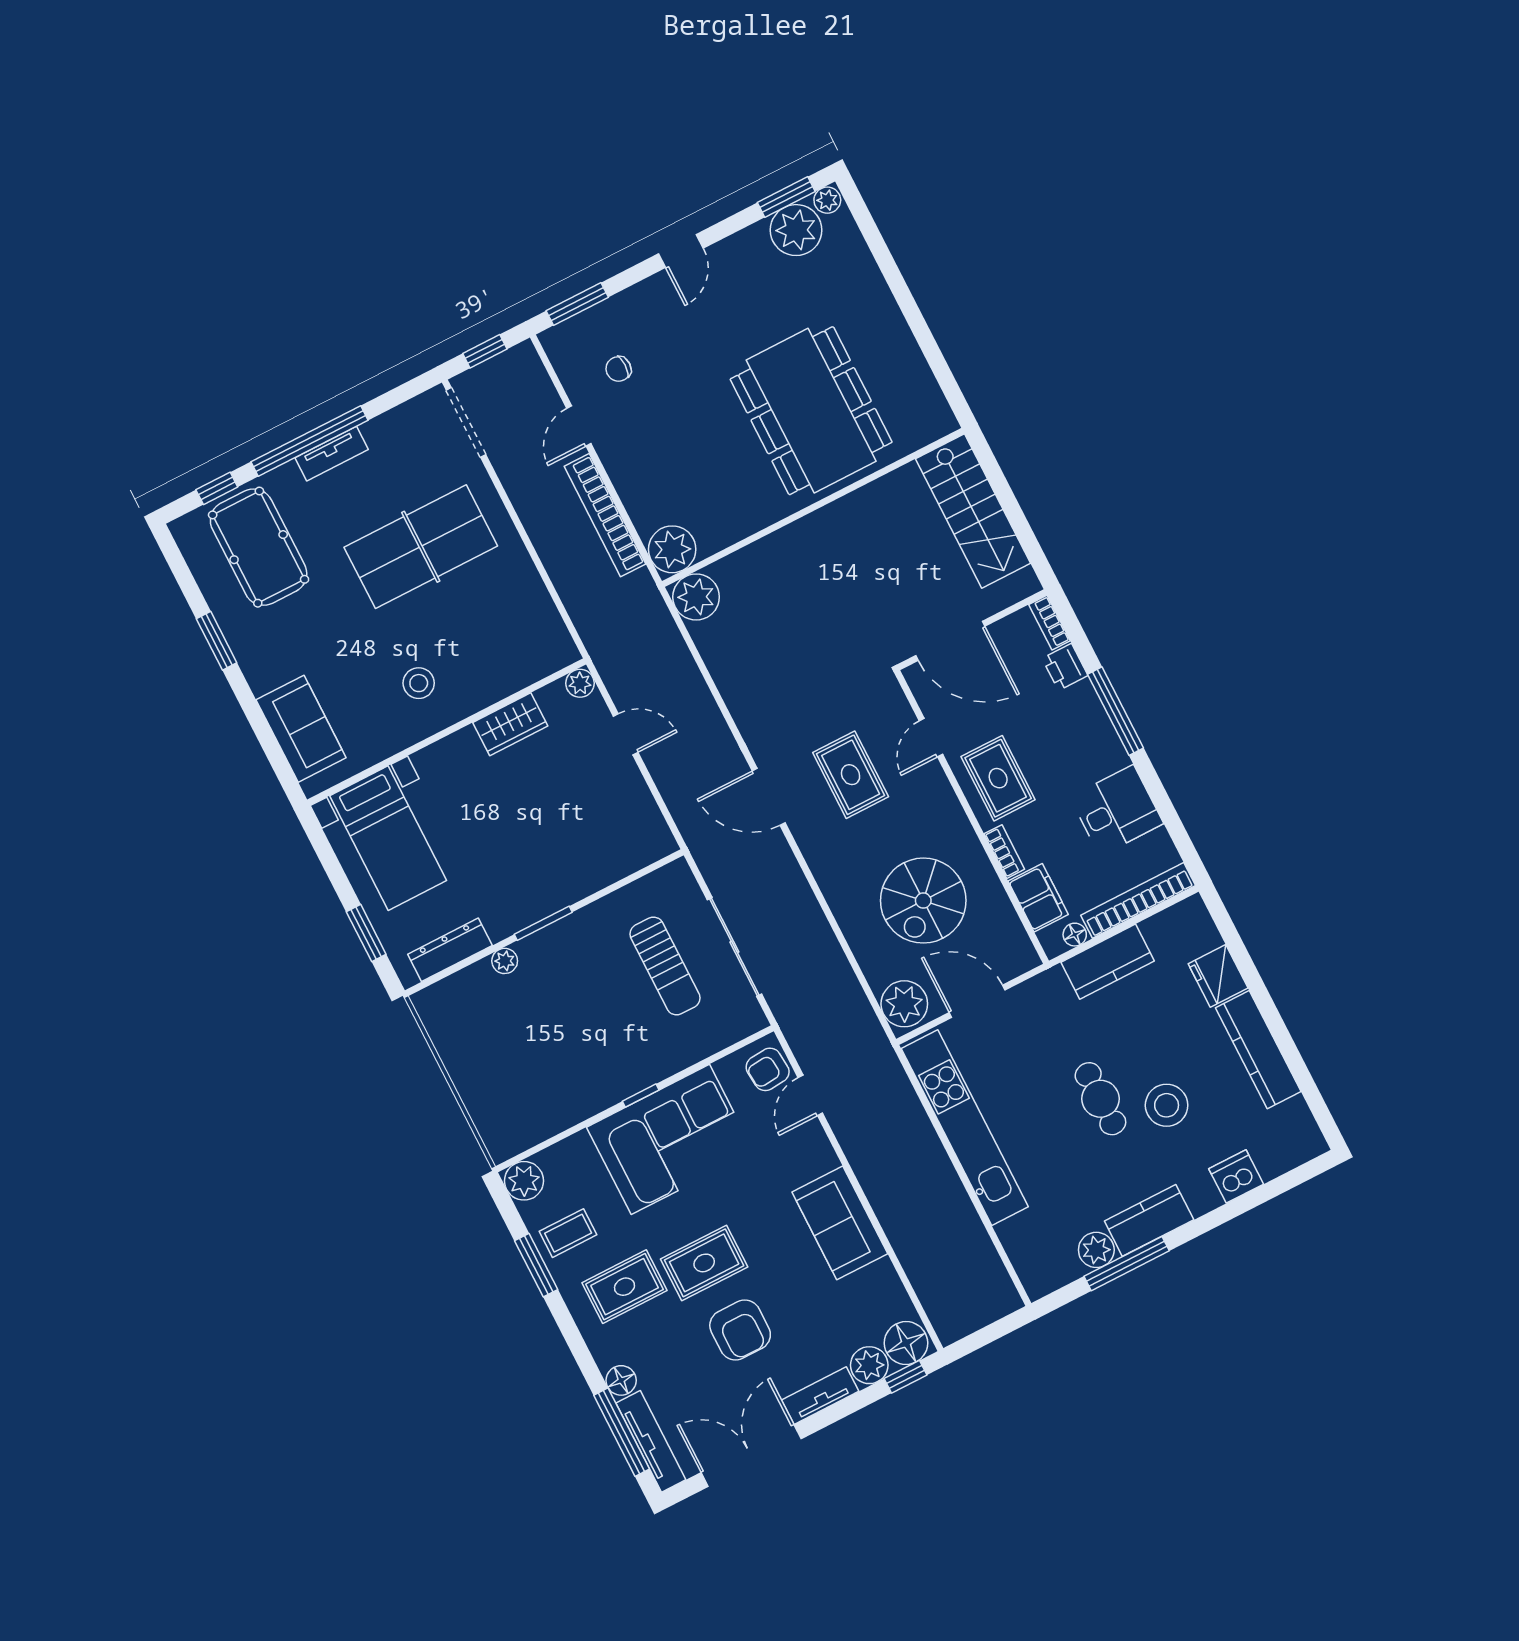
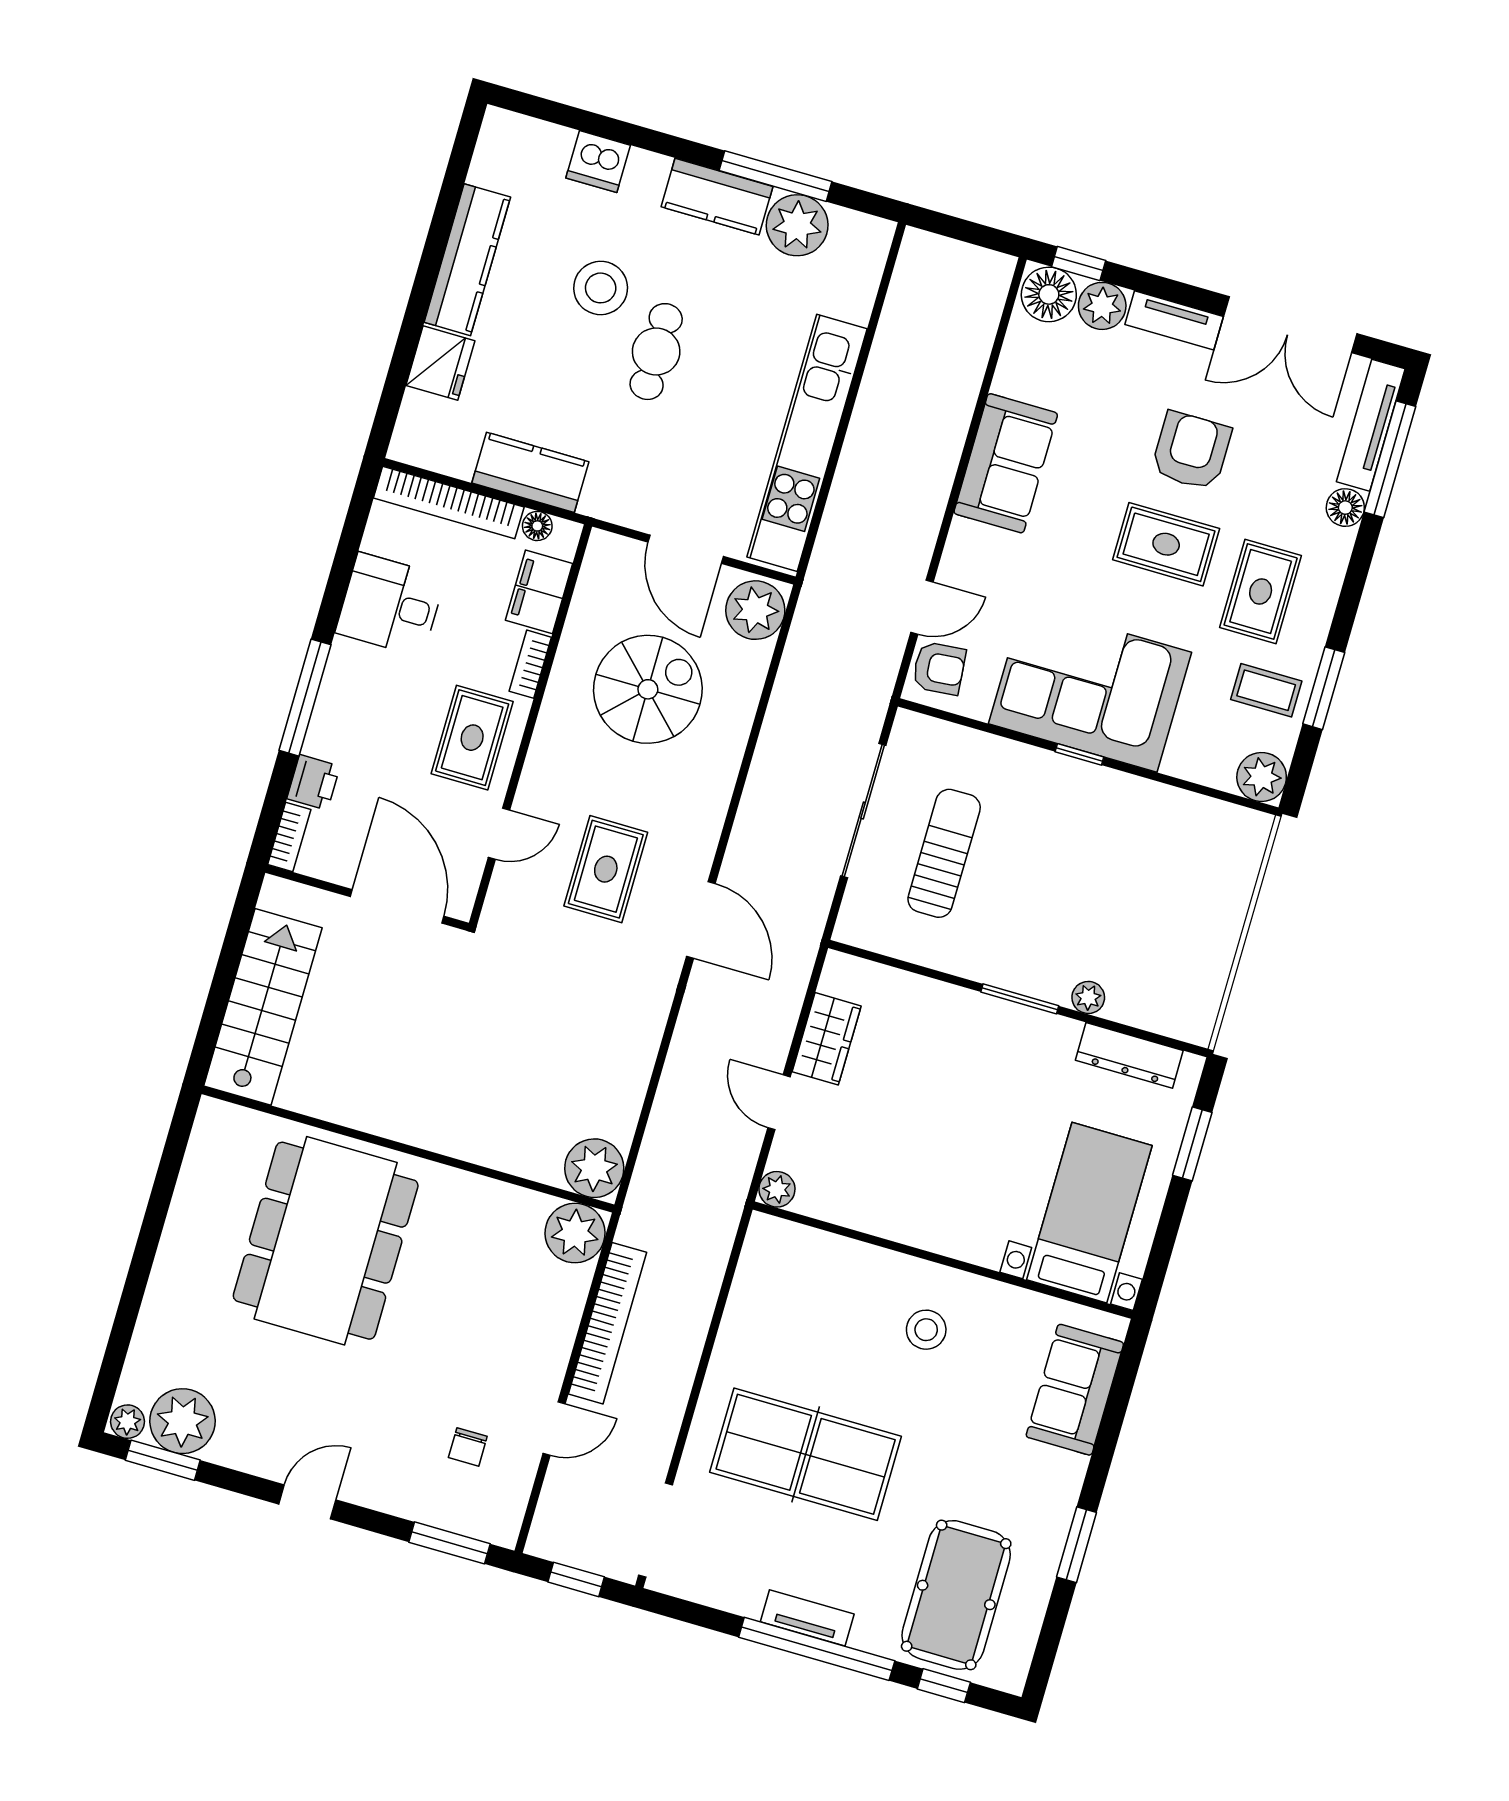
chair: (618, 369) -> (468, 1447), turned 90
wardrobe: (510, 724) -> (827, 1039), moved, turned 90
plant: (1096, 1250) -> (797, 225), width x1.36, depth x1.36
rug: (625, 1287) -> (1261, 591), turned 90

